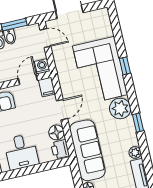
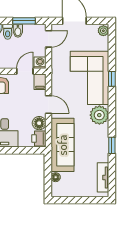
door: (45, 38) -> (48, 39), hinge flipped
door: (62, 110) -> (48, 104), hinge flipped
window: (138, 123) -> (112, 145), moved
plant: (135, 152) -> (103, 31), moved

